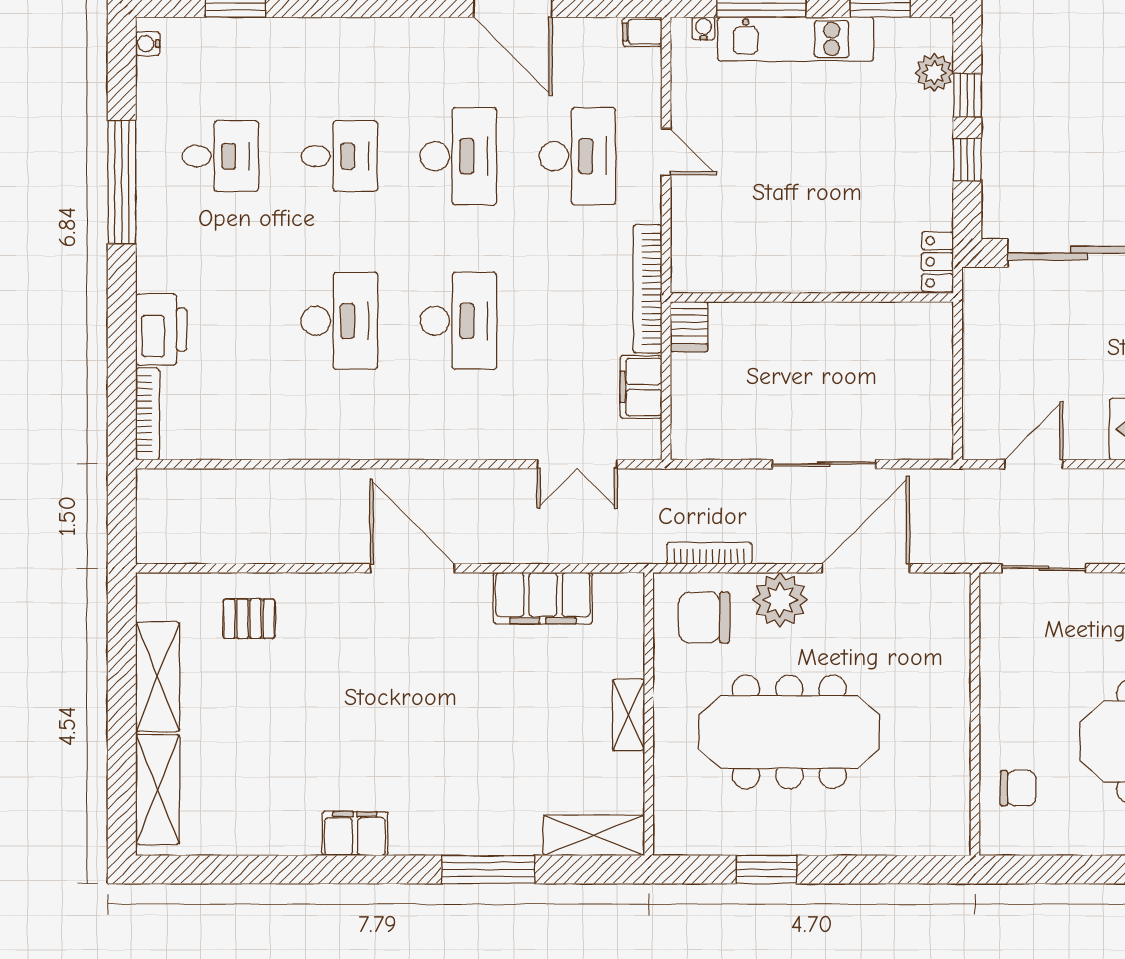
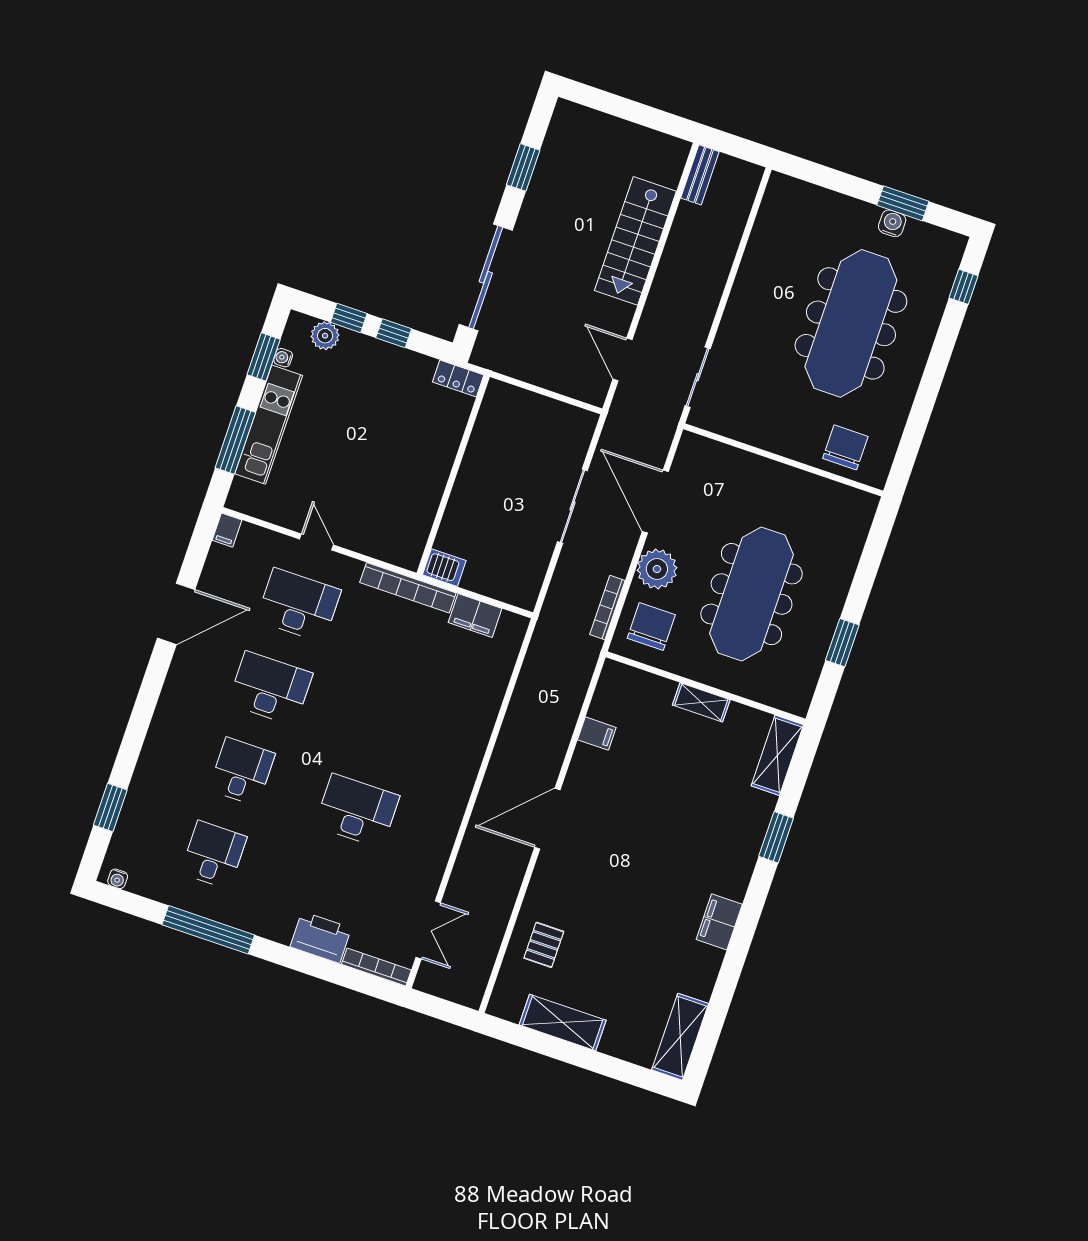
water cooler: (704, 28) -> (283, 358), moved
door: (666, 152) -> (317, 542), hinge flipped
desk: (458, 321) -> (385, 728), removed
double door: (577, 464) -> (428, 930), moved
filing cabinet: (543, 598) -> (597, 734), width x0.33, depth x0.86
chair: (704, 618) -> (651, 626), turned 180
chair: (1018, 788) -> (845, 447), width x1.37, depth x1.37
shelving: (158, 789) -> (680, 1037), moved, turned 90
window: (488, 870) -> (776, 837), width x0.69

